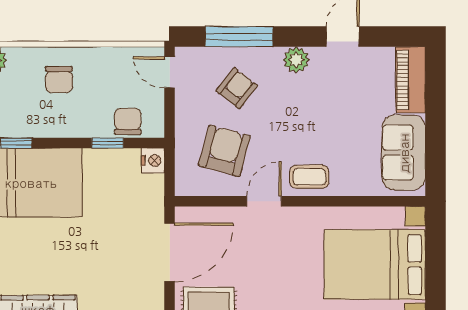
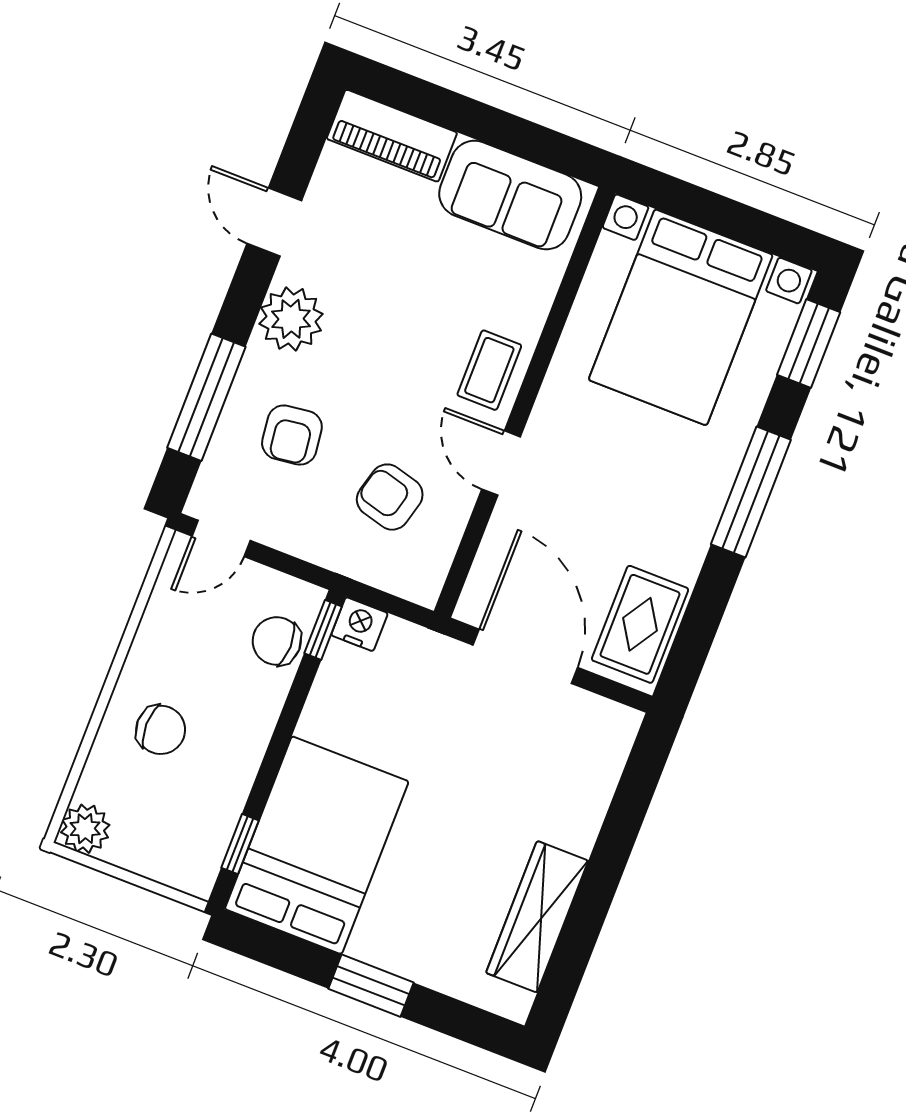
plant: (296, 60) -> (291, 319), width x1.36, depth x1.36
armchair: (237, 88) -> (292, 435), turned -135
window: (108, 143) -> (323, 630), moved
armchair: (224, 151) -> (390, 497), width x0.72, depth x0.72

